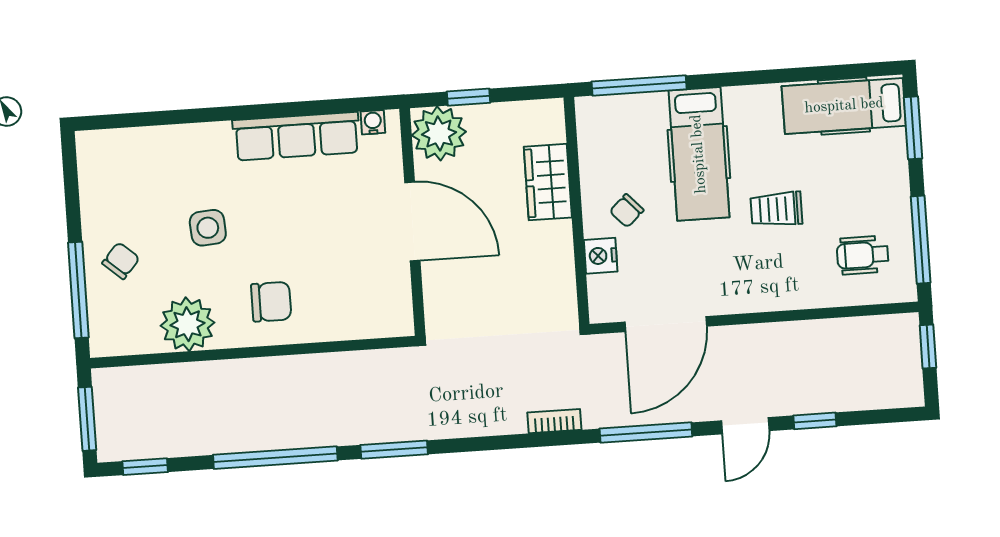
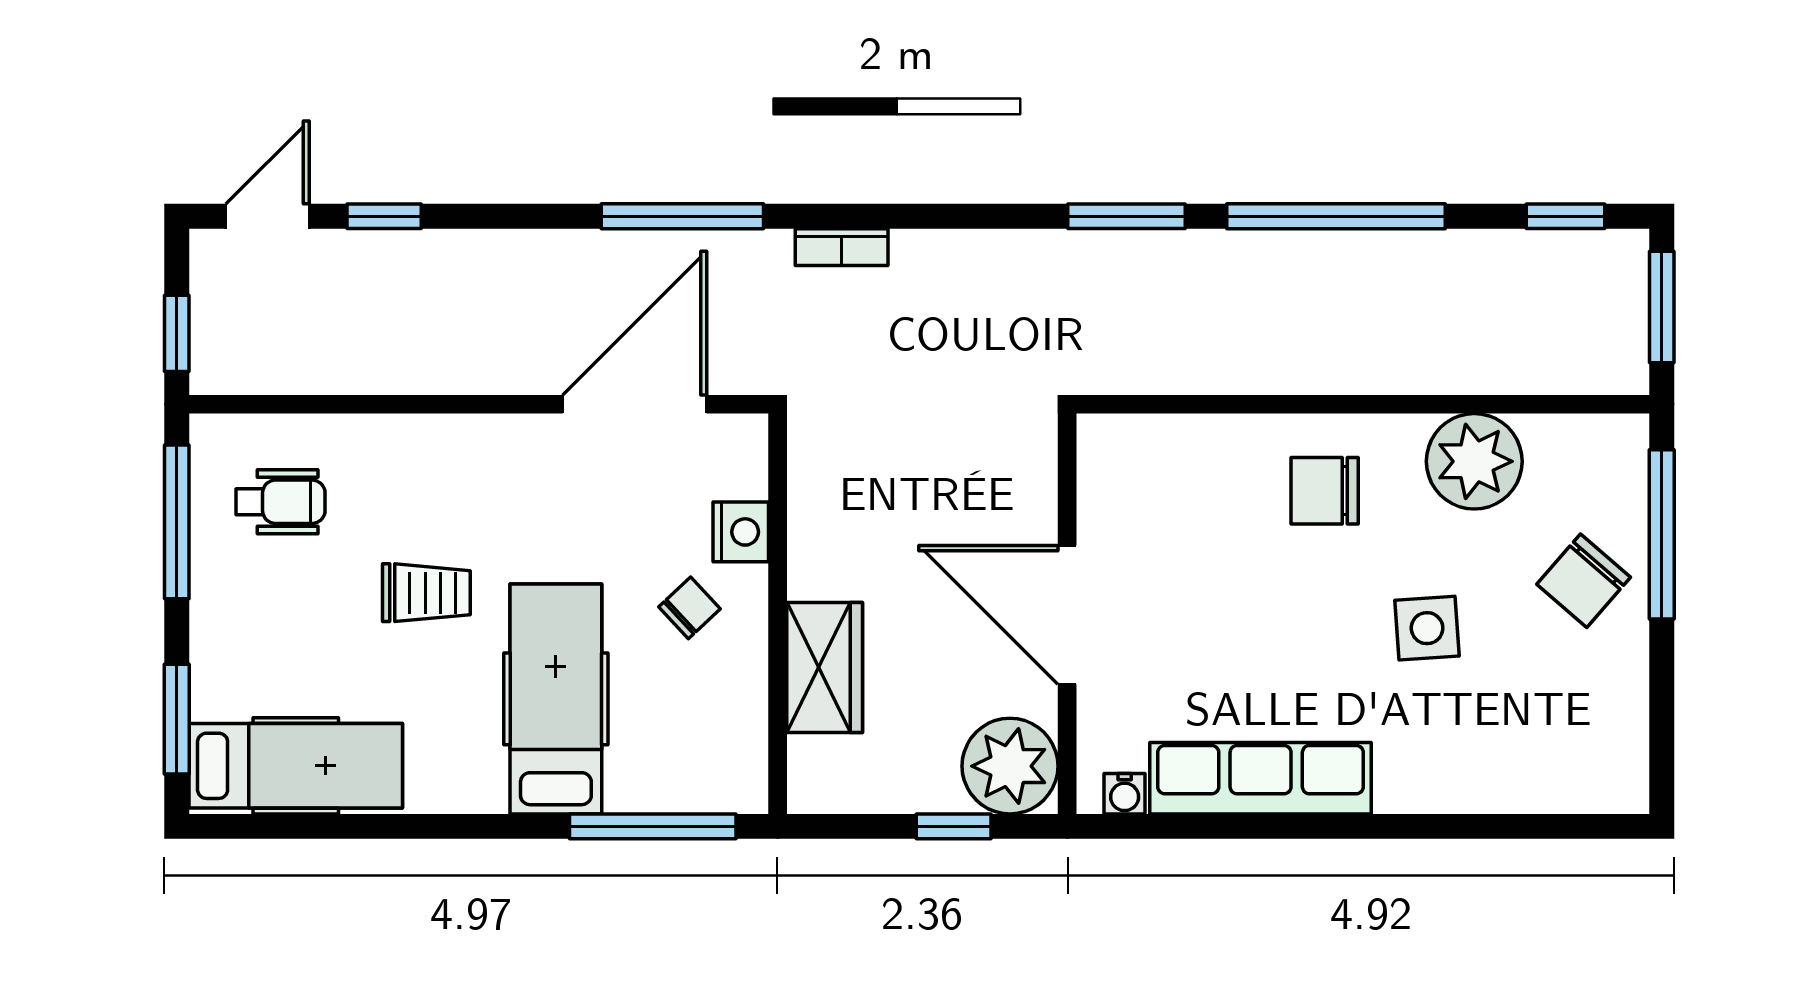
chair: (121, 261) -> (1584, 581), width x1.37, depth x1.37
door: (745, 426) -> (267, 216), moved

